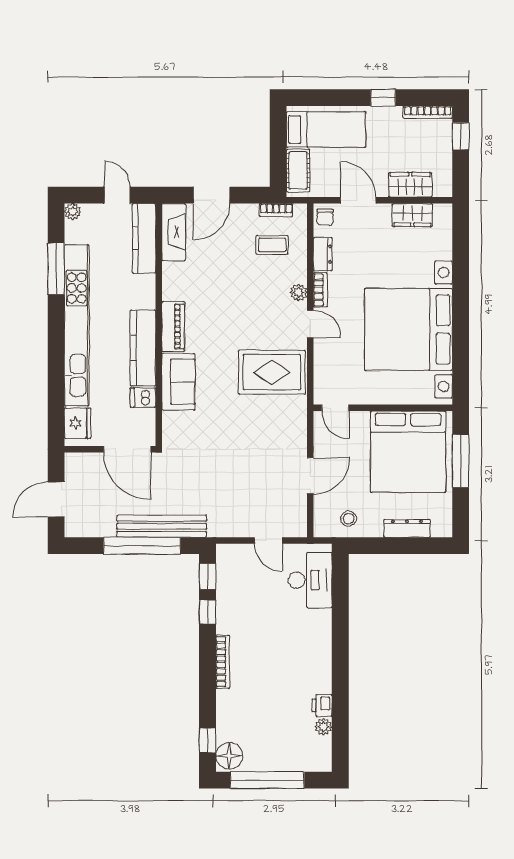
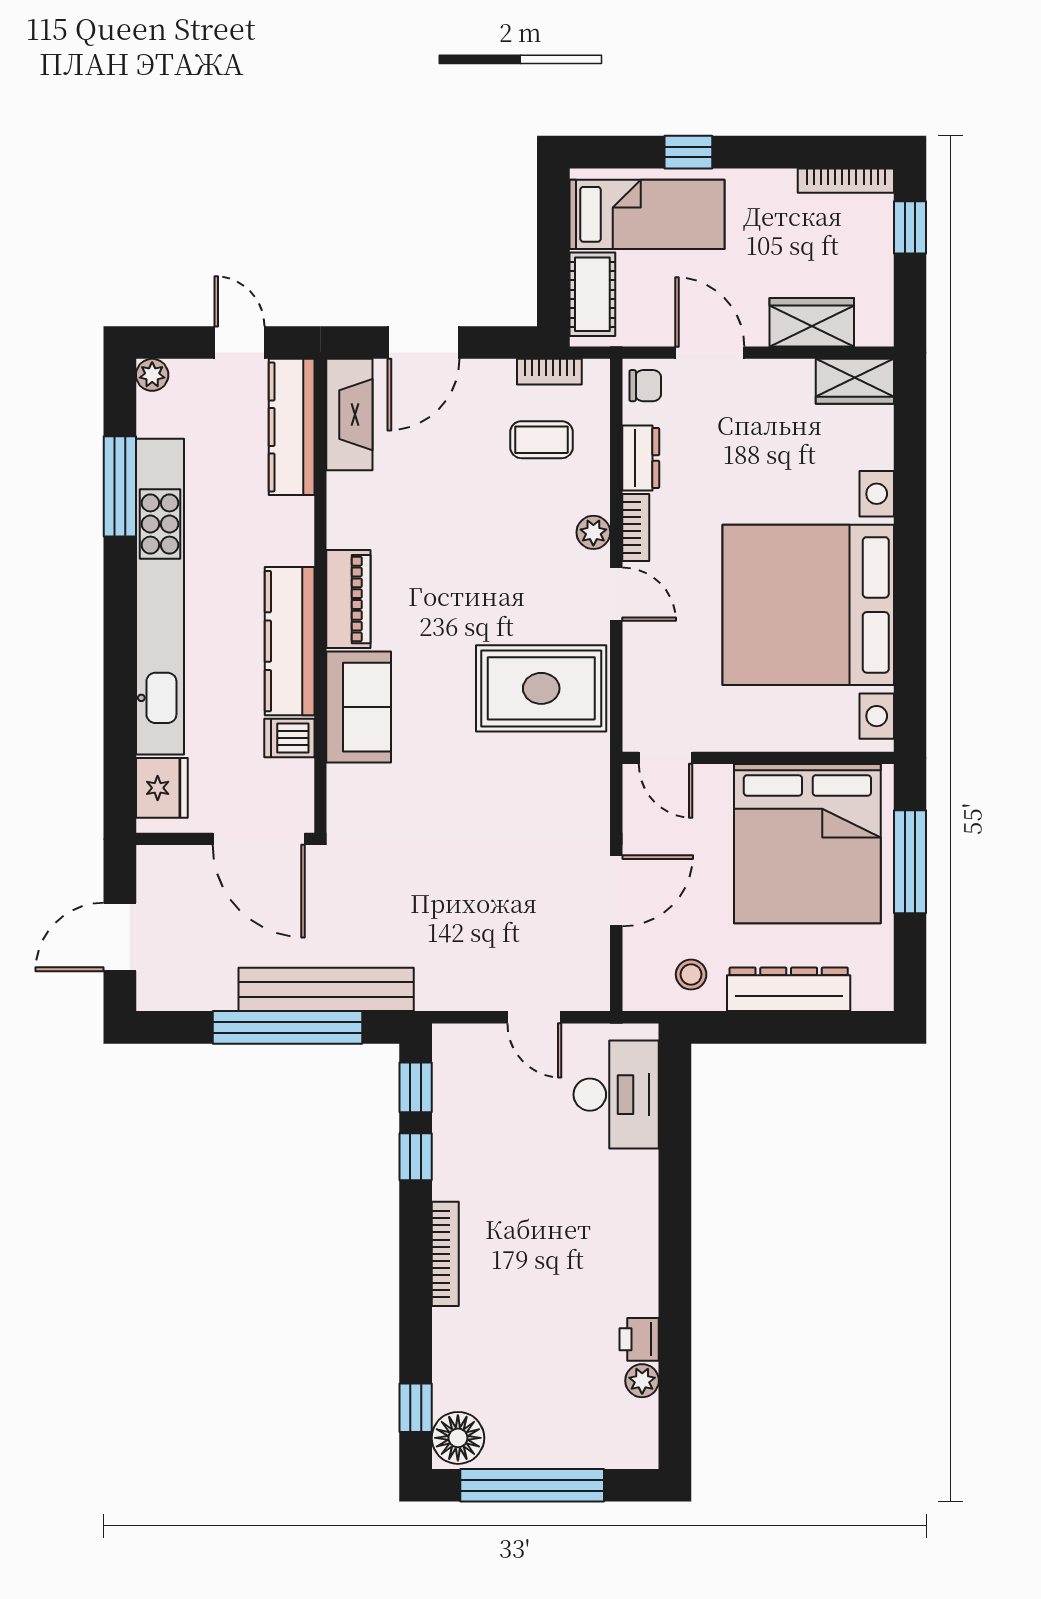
window: (383, 98) -> (688, 152), moved
wardrobe: (412, 215) -> (855, 381), moved
chair: (325, 217) -> (645, 386), turned -91
dresser: (407, 528) -> (789, 989), width x1.37, depth x1.24

